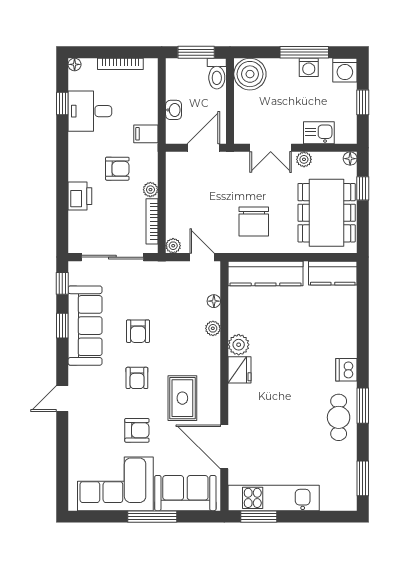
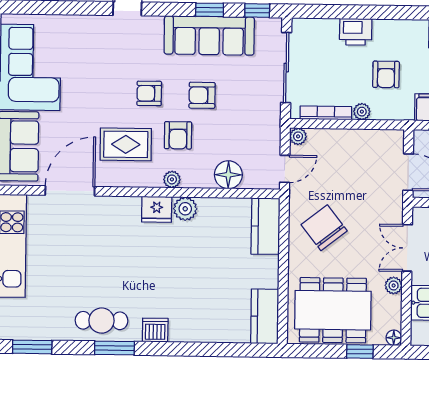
chair: (254, 221) -> (324, 228), turned 52
kitchen counter: (265, 273) -> (265, 226), width x0.67
floor lamp: (214, 301) -> (228, 175), width x1.89, depth x1.89
plant: (213, 328) -> (172, 179), moved
armchair: (137, 430) -> (178, 135), moved

